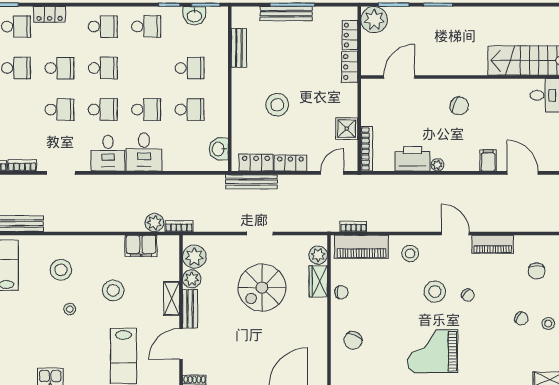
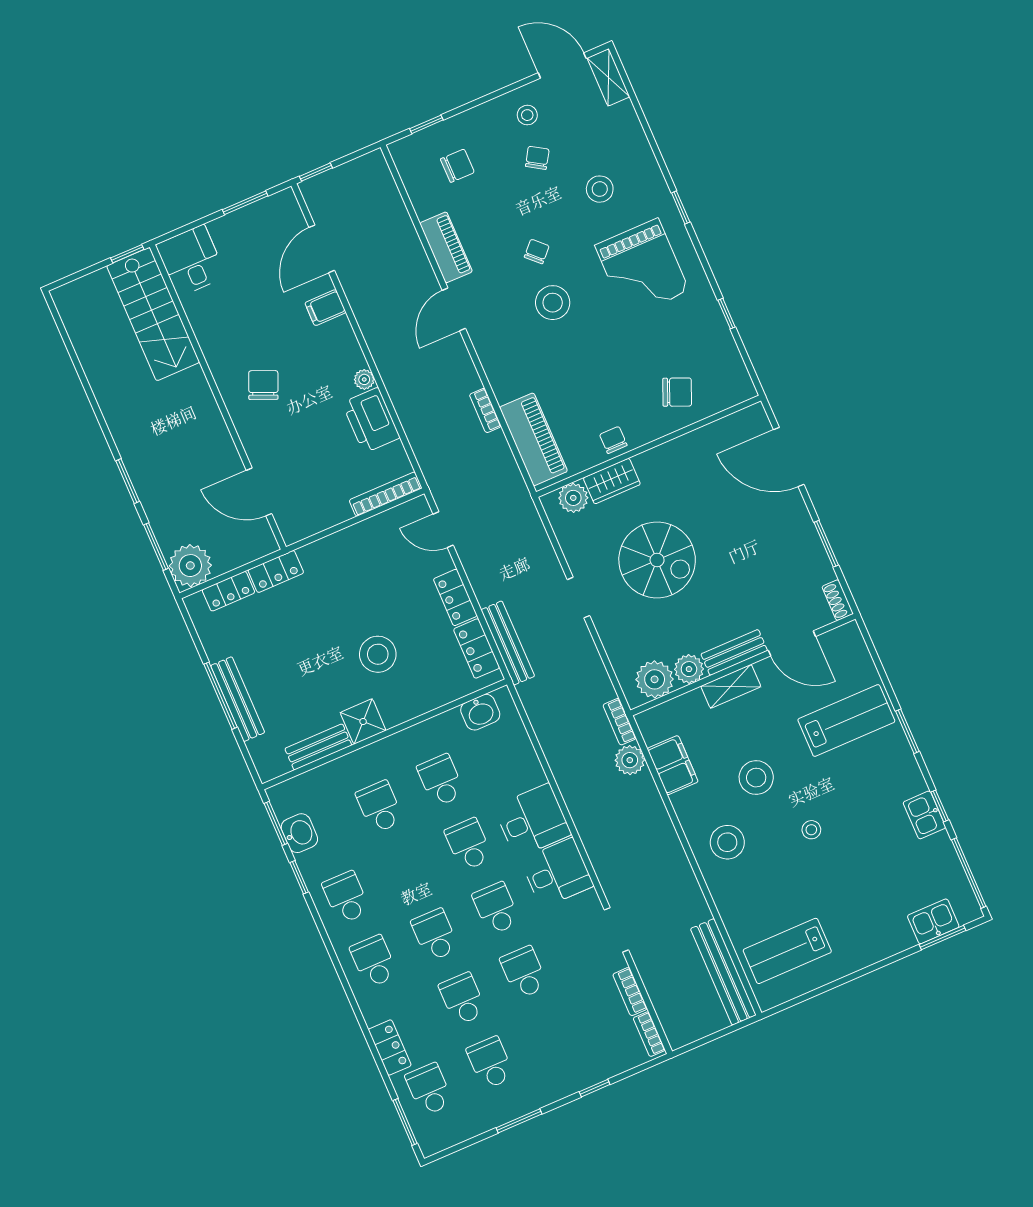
shower: (347, 129) -> (363, 721), moved
bookcase: (353, 226) -> (485, 410), moved
stool: (410, 253) -> (600, 189), moved
stool: (61, 270) -> (727, 842), moved

